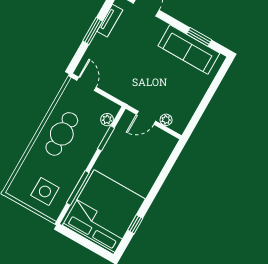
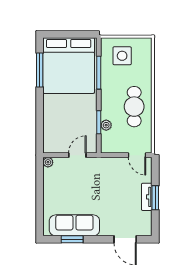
tv unit: (110, 21) -> (147, 197), moved
plant: (107, 120) -> (106, 125), moved
plant: (166, 120) -> (48, 162), moved
window: (135, 224) -> (40, 70), width x2.17

